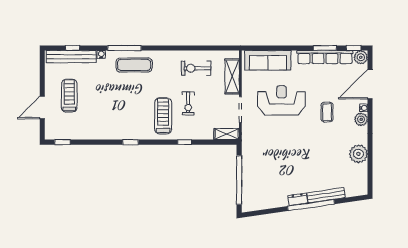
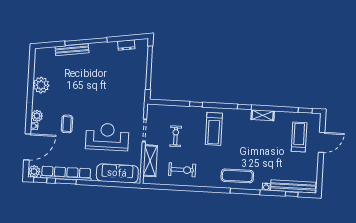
treadmill: (69, 96) -> (299, 137), moved, turned 180
reception desk: (282, 100) -> (107, 137), turned 180
exercise bike: (188, 103) -> (176, 136), moved
shelving: (227, 134) -> (263, 115), moved
dresser: (298, 199) -> (126, 45), moved

